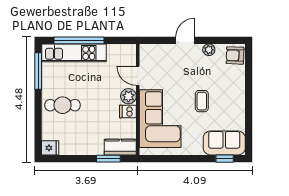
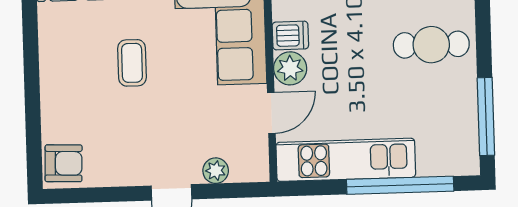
plant: (209, 50) -> (216, 171), moved
kitchen unit: (74, 53) -> (346, 160), moved
door: (138, 76) -> (271, 113), hinge flipped

